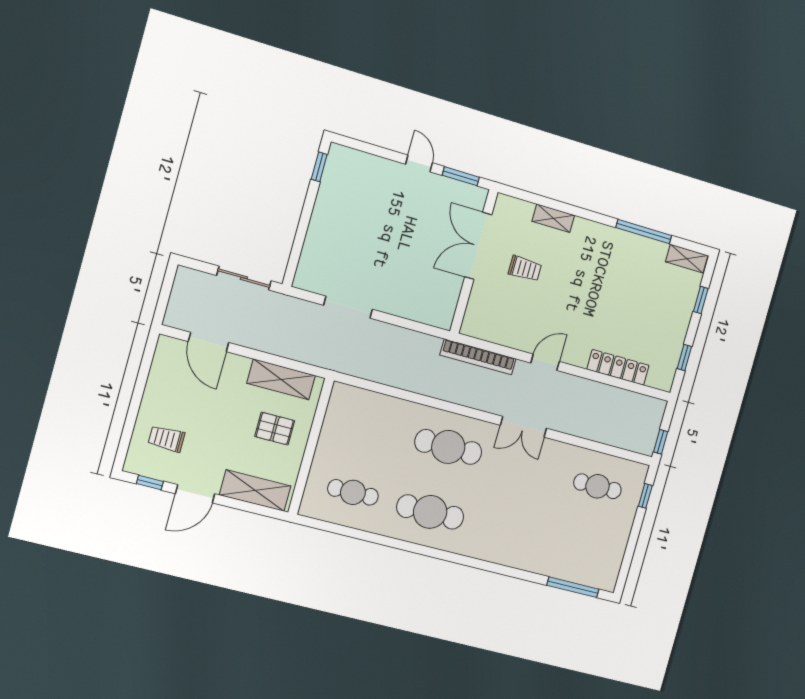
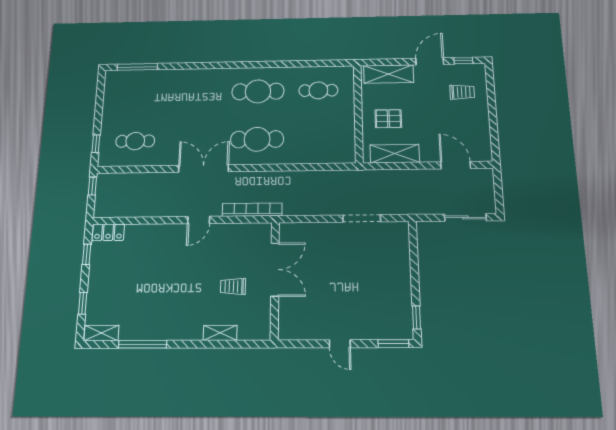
window: (461, 176) -> (393, 344), moved
double door: (478, 246) -> (275, 269), moved
sliding door: (244, 278) -> (465, 217), moved
locker: (618, 367) -> (108, 232), moved, width x0.66
double door: (523, 427) -> (204, 168), width x1.37

